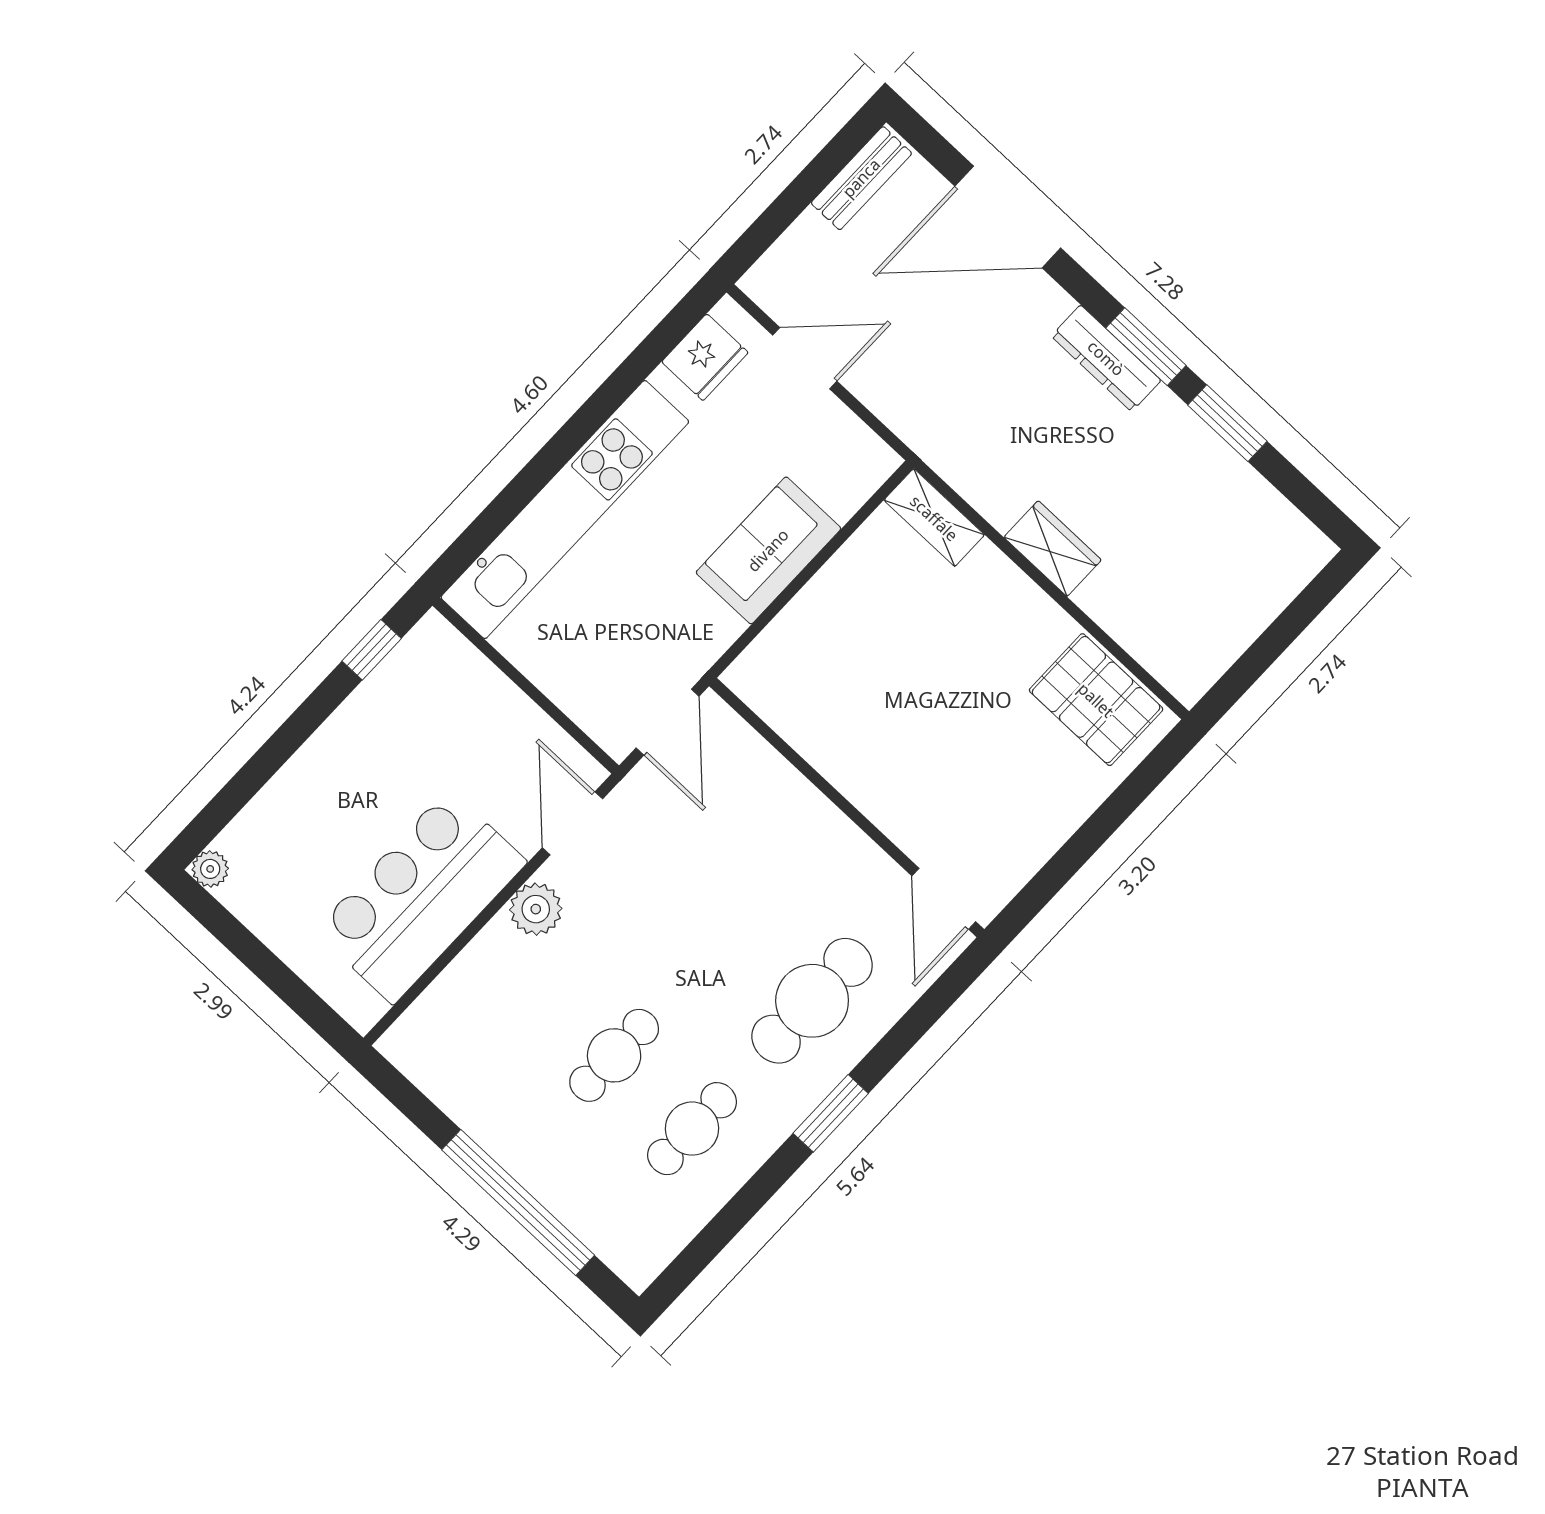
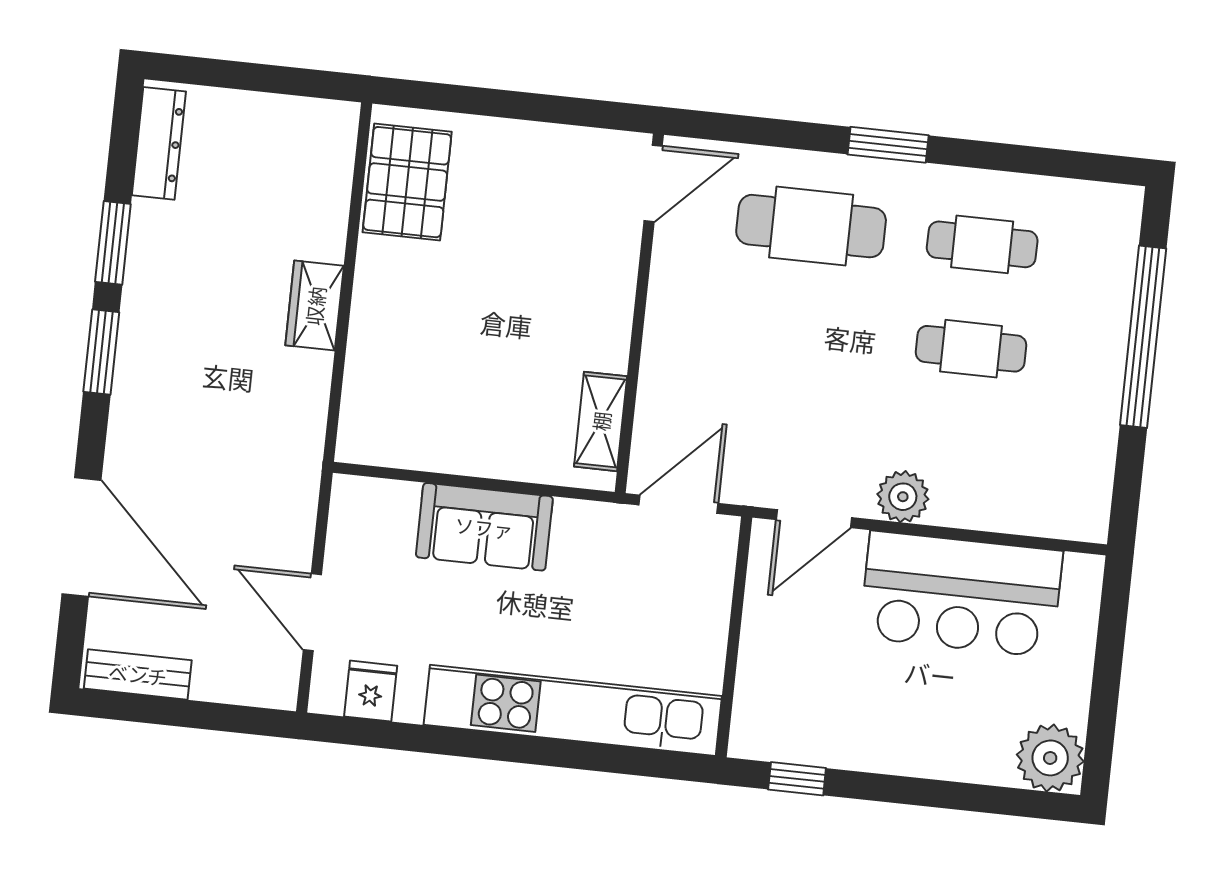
fridge: (705, 357) -> (371, 691), width x0.72
dresser: (1106, 358) -> (159, 143), moved
shelving: (934, 518) -> (601, 421), moved
plant: (210, 869) -> (1050, 758), width x1.88, depth x1.88

